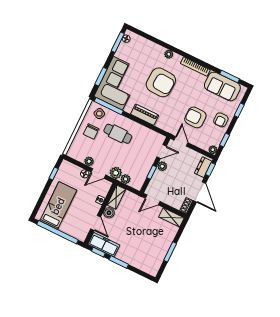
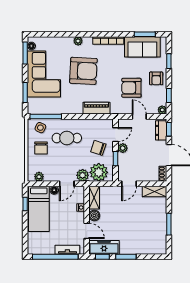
corner sofa: (118, 83) -> (44, 74), moved
piano: (145, 115) -> (96, 108), moved
door: (181, 141) -> (139, 116), moved
chair: (141, 156) -> (98, 148), added
plant: (89, 161) -> (39, 177), moved
plant: (126, 179) -> (99, 172), width x1.88, depth x1.88
bed: (58, 206) -> (39, 209), moved, turned 180
tv unit: (71, 231) -> (67, 250), added

